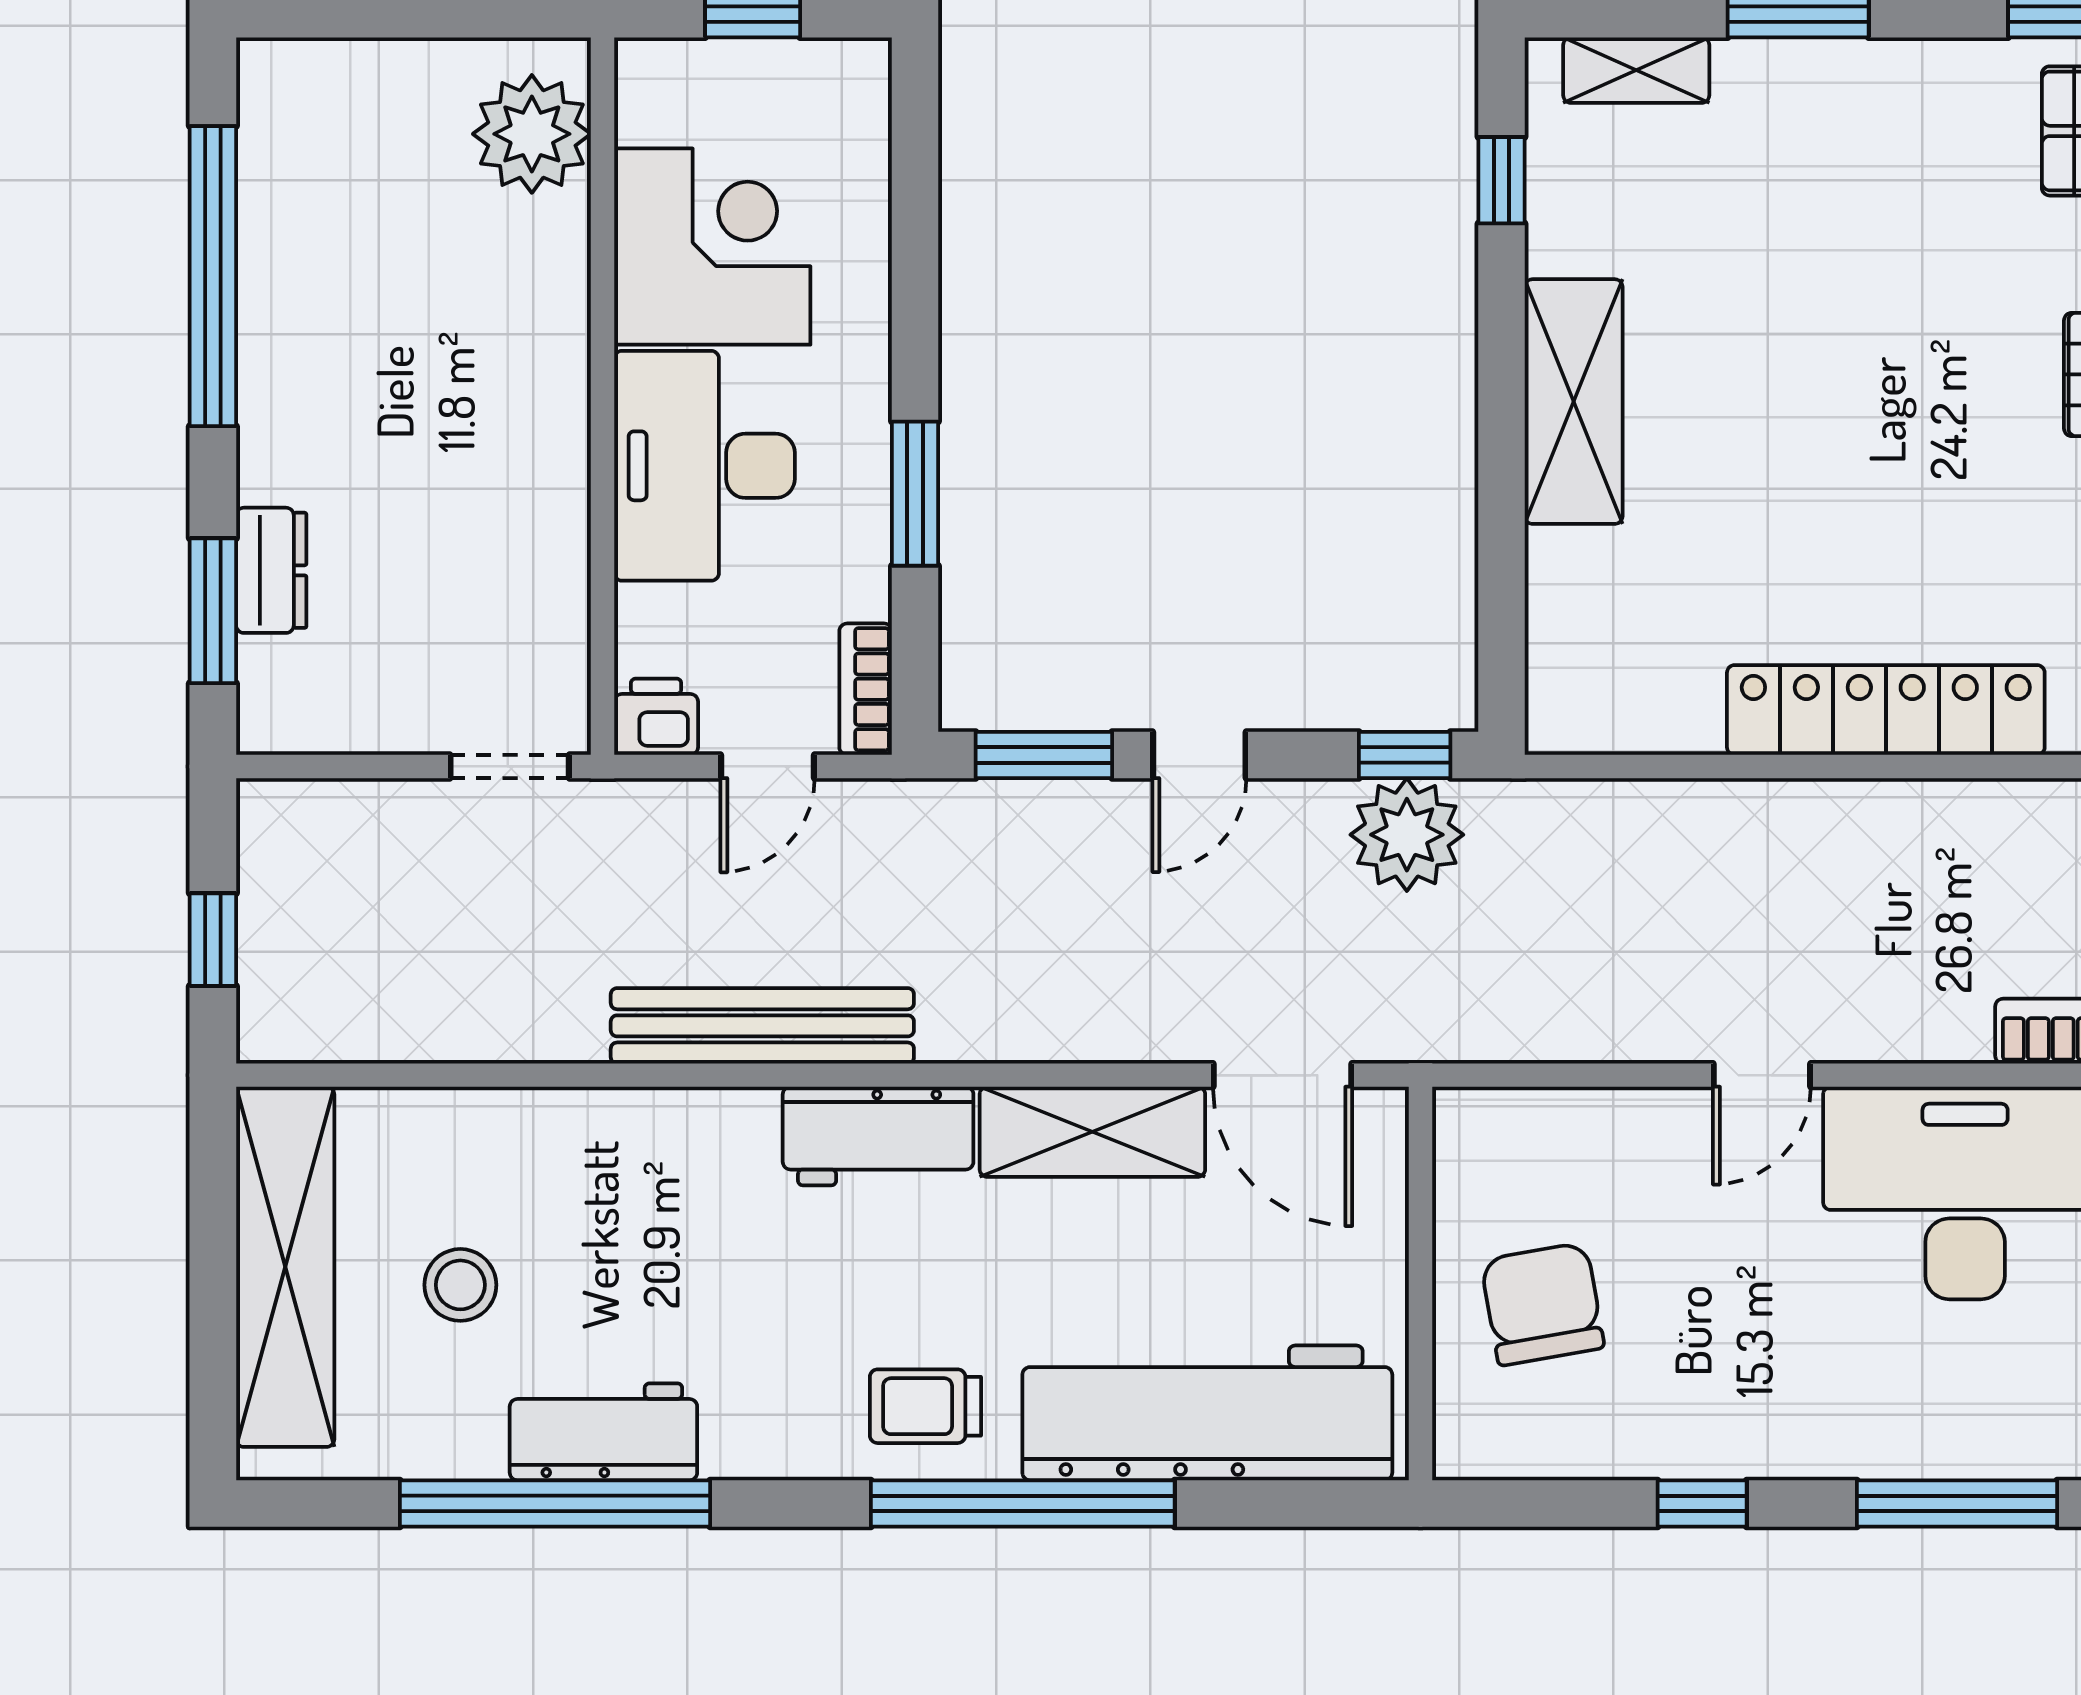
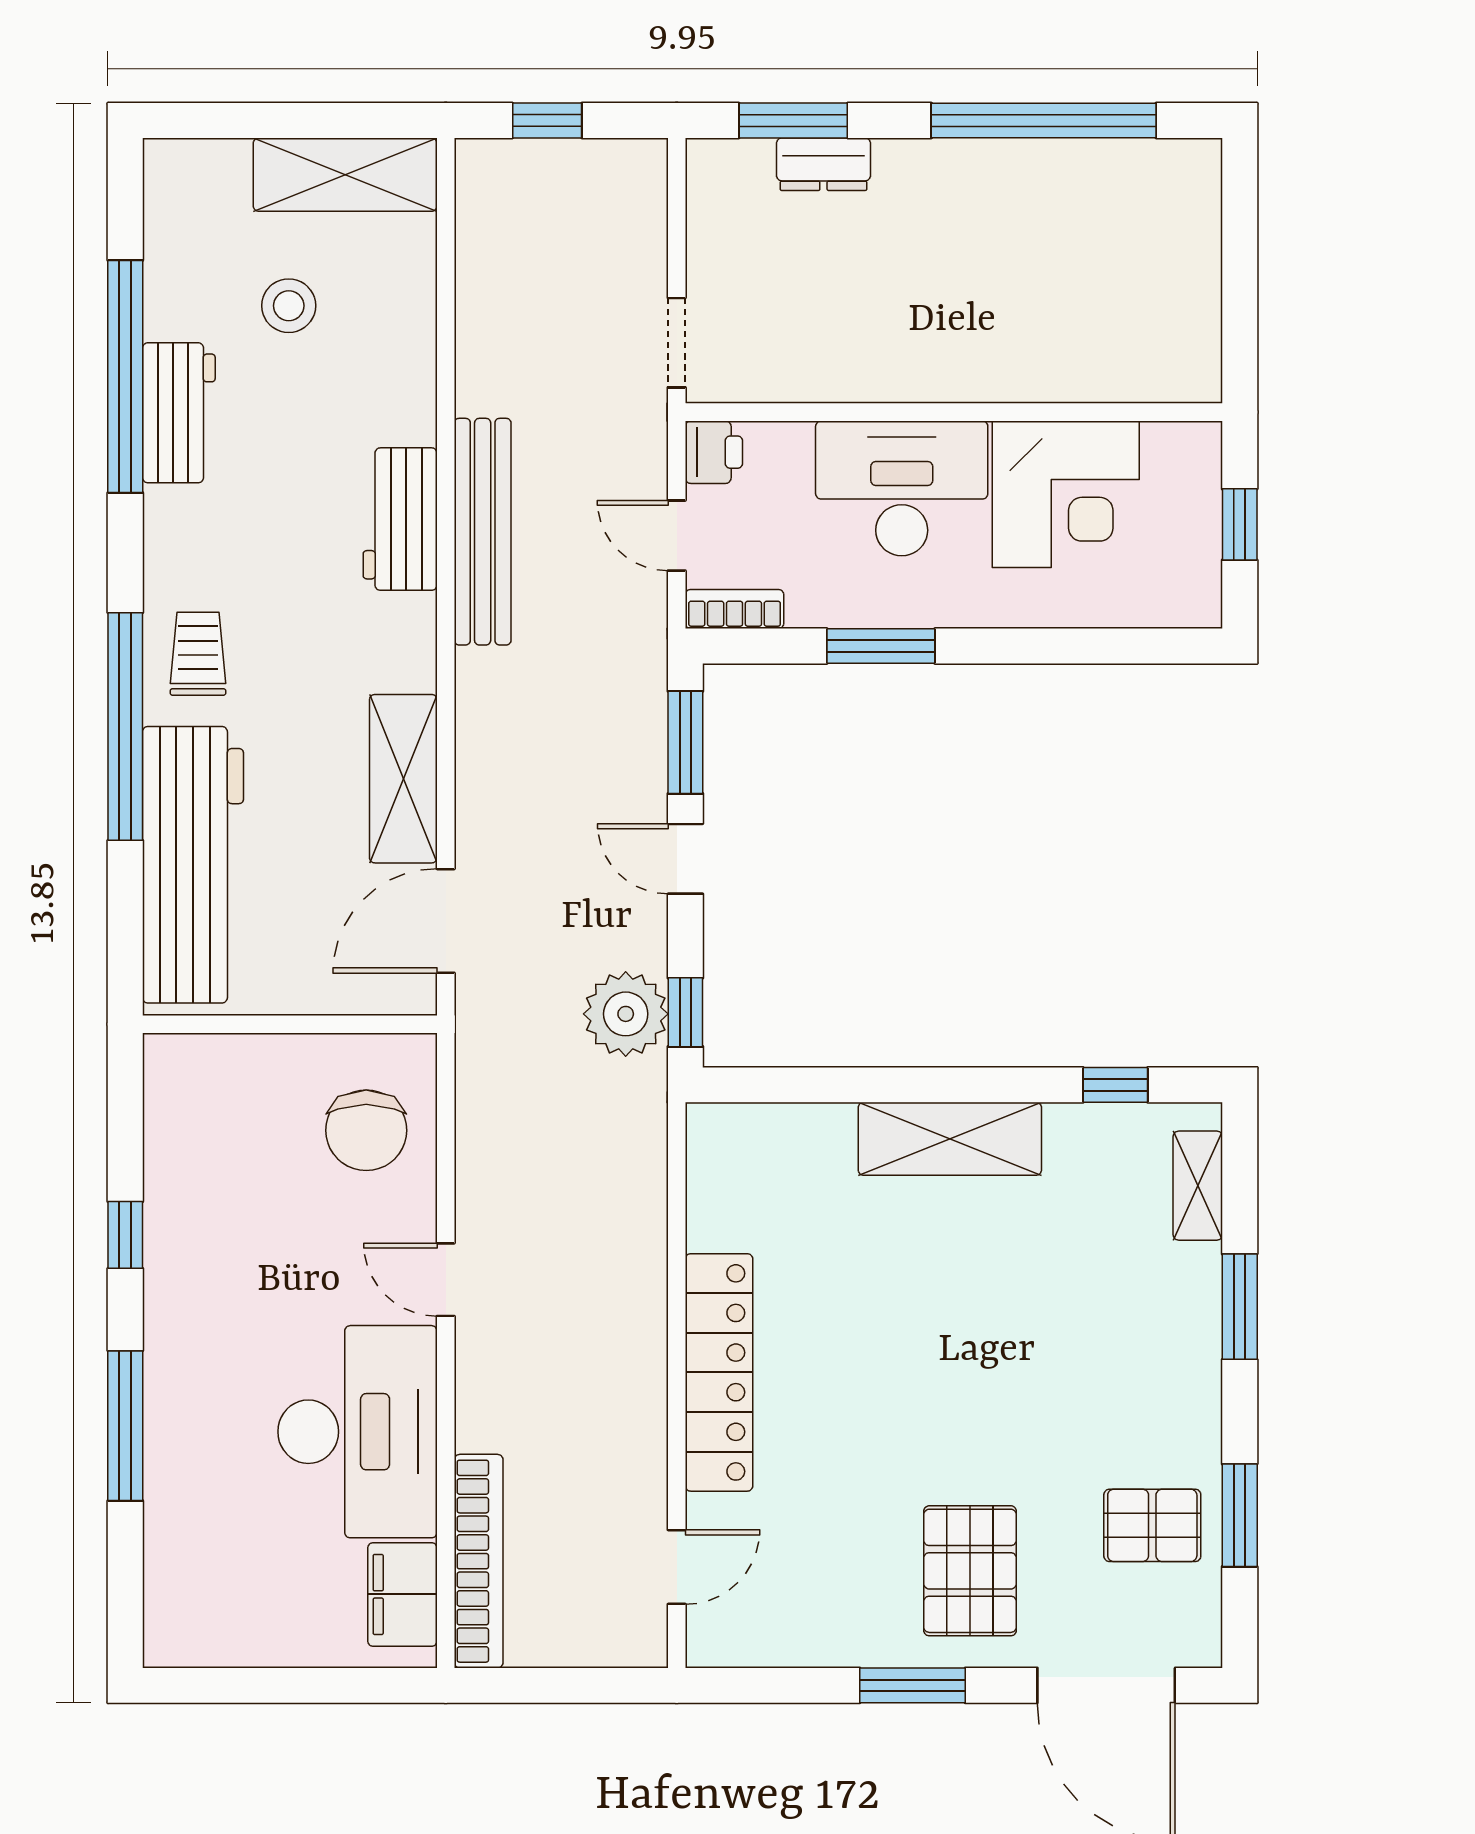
plant: (532, 134) -> (1150, 359), removed
workbench: (878, 1136) -> (400, 519), moved
shelving: (285, 1267) -> (345, 175), width x0.68
chair: (1542, 1304) -> (366, 1130), moved, turned 100

